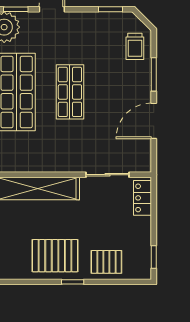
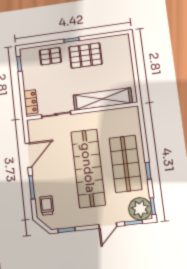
shop shelf: (70, 92) -> (88, 168), width x2.00, depth x1.36

